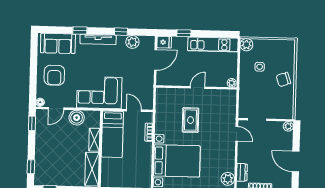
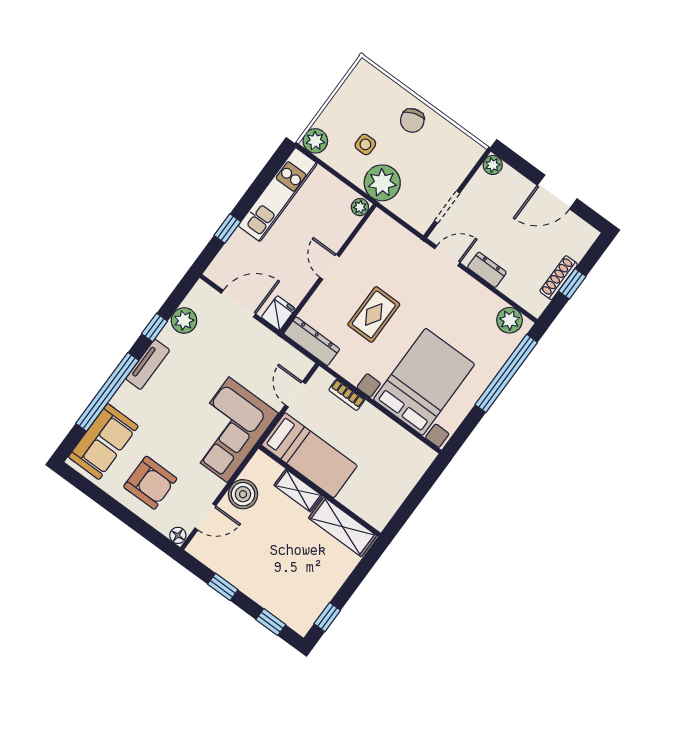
window: (80, 31) -> (107, 392), width x3.17
tv unit: (98, 39) -> (148, 364), width x0.71
fridge: (164, 42) -> (278, 313), moved
door: (155, 60) -> (238, 304), hinge flipped
plant: (248, 85) -> (382, 183), added
dresser: (161, 102) -> (312, 341), added
door: (56, 108) -> (205, 517), hinge flipped
door: (134, 110) -> (295, 394), hinge flipped
rug: (191, 120) -> (374, 314), turned 90
window: (32, 123) -> (223, 587), moved
dresser: (242, 172) -> (487, 270), moved

